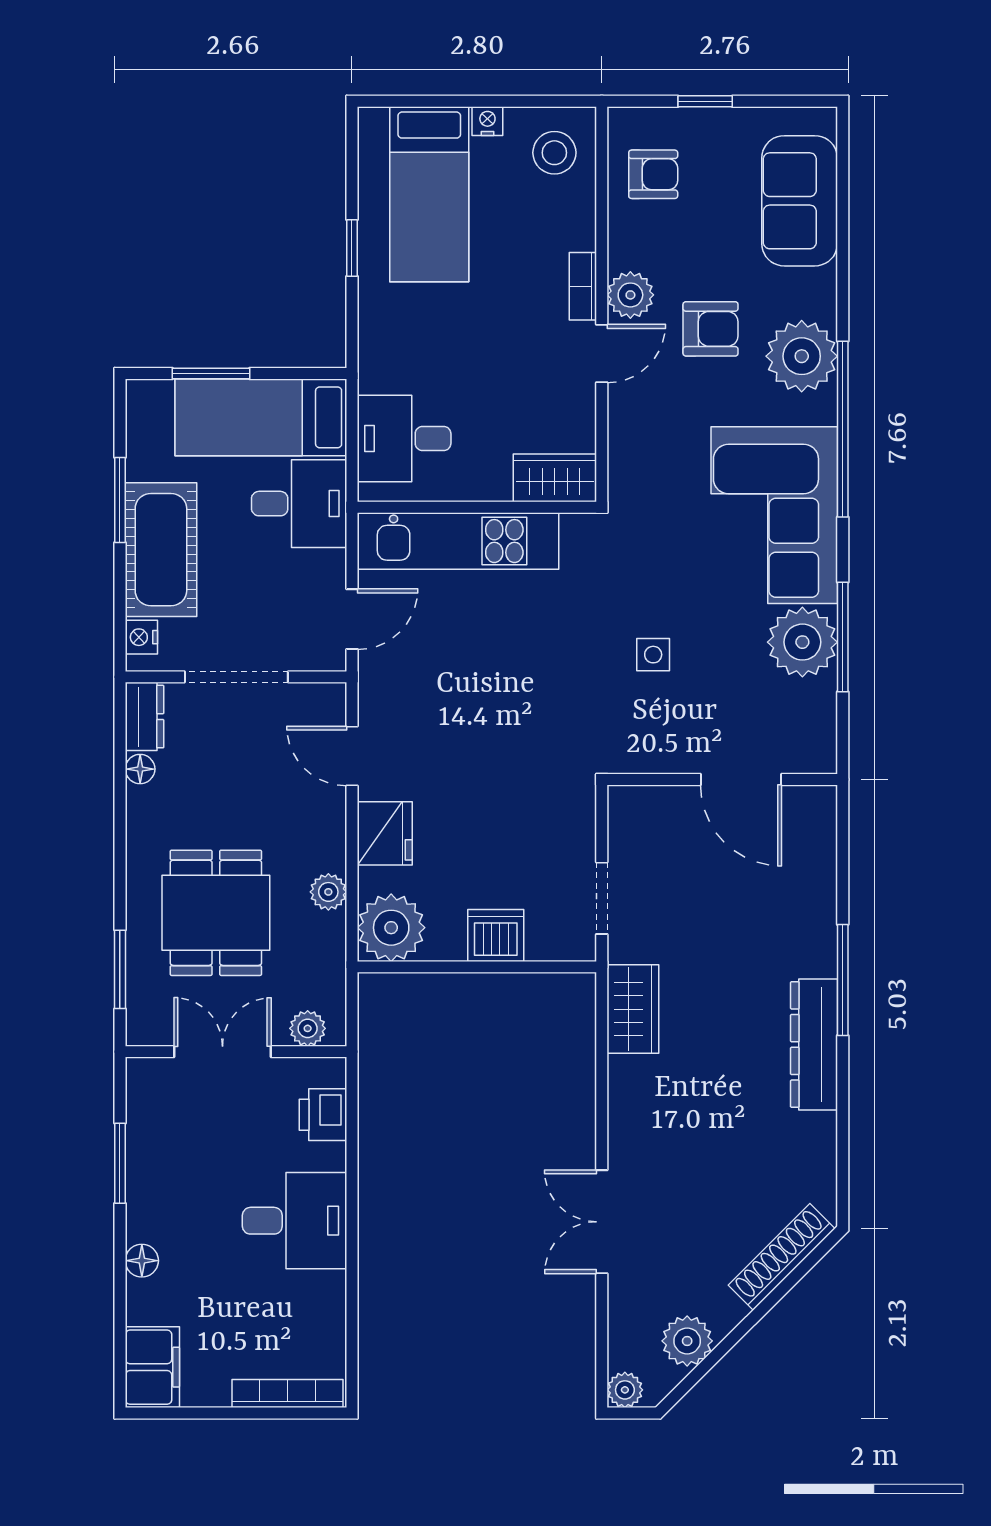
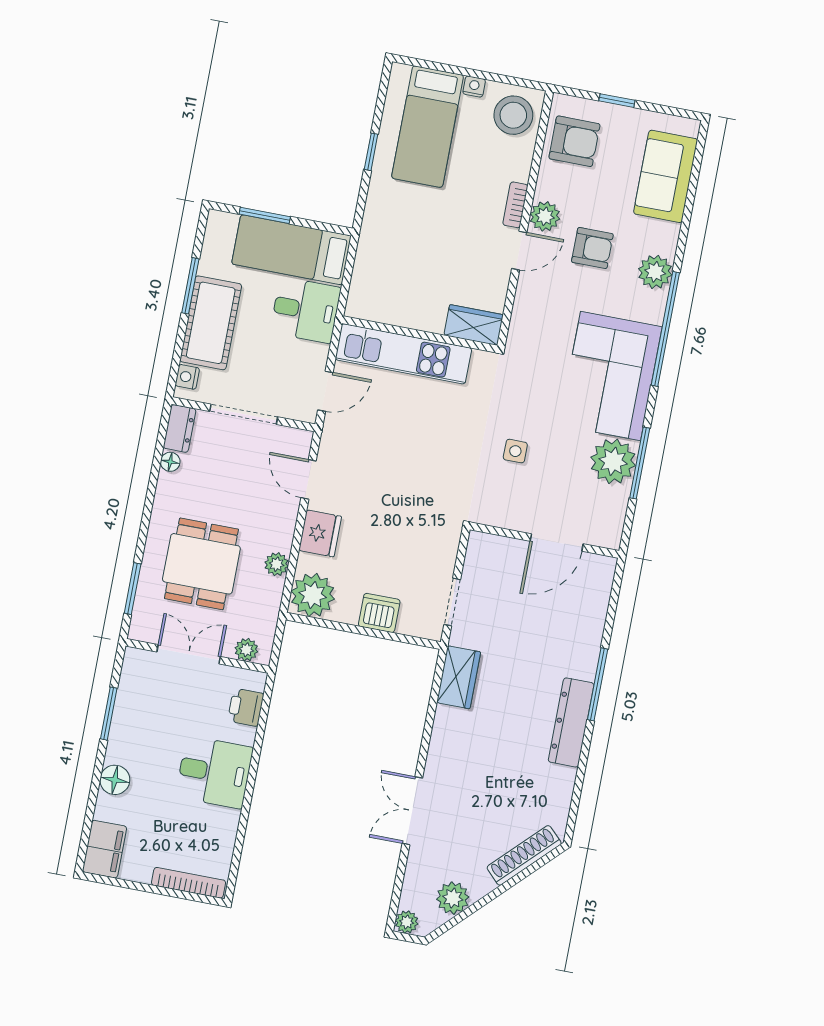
stool: (554, 153) -> (513, 115), width x1.38, depth x1.38
armchair: (653, 174) -> (574, 141), width x1.38, depth x1.38
plant: (802, 356) -> (655, 272), width x0.73, depth x0.73
desk: (404, 439) -> (381, 281), removed
door: (741, 779) -> (557, 542), hinge flipped
floor lamp: (142, 1261) -> (115, 780), width x1.37, depth x1.37

